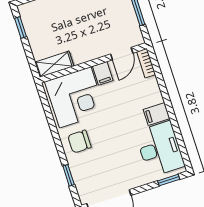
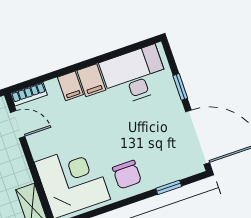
filing cabinet: (103, 73) -> (70, 86), moved, turned 90
window: (169, 180) -> (180, 87), moved

